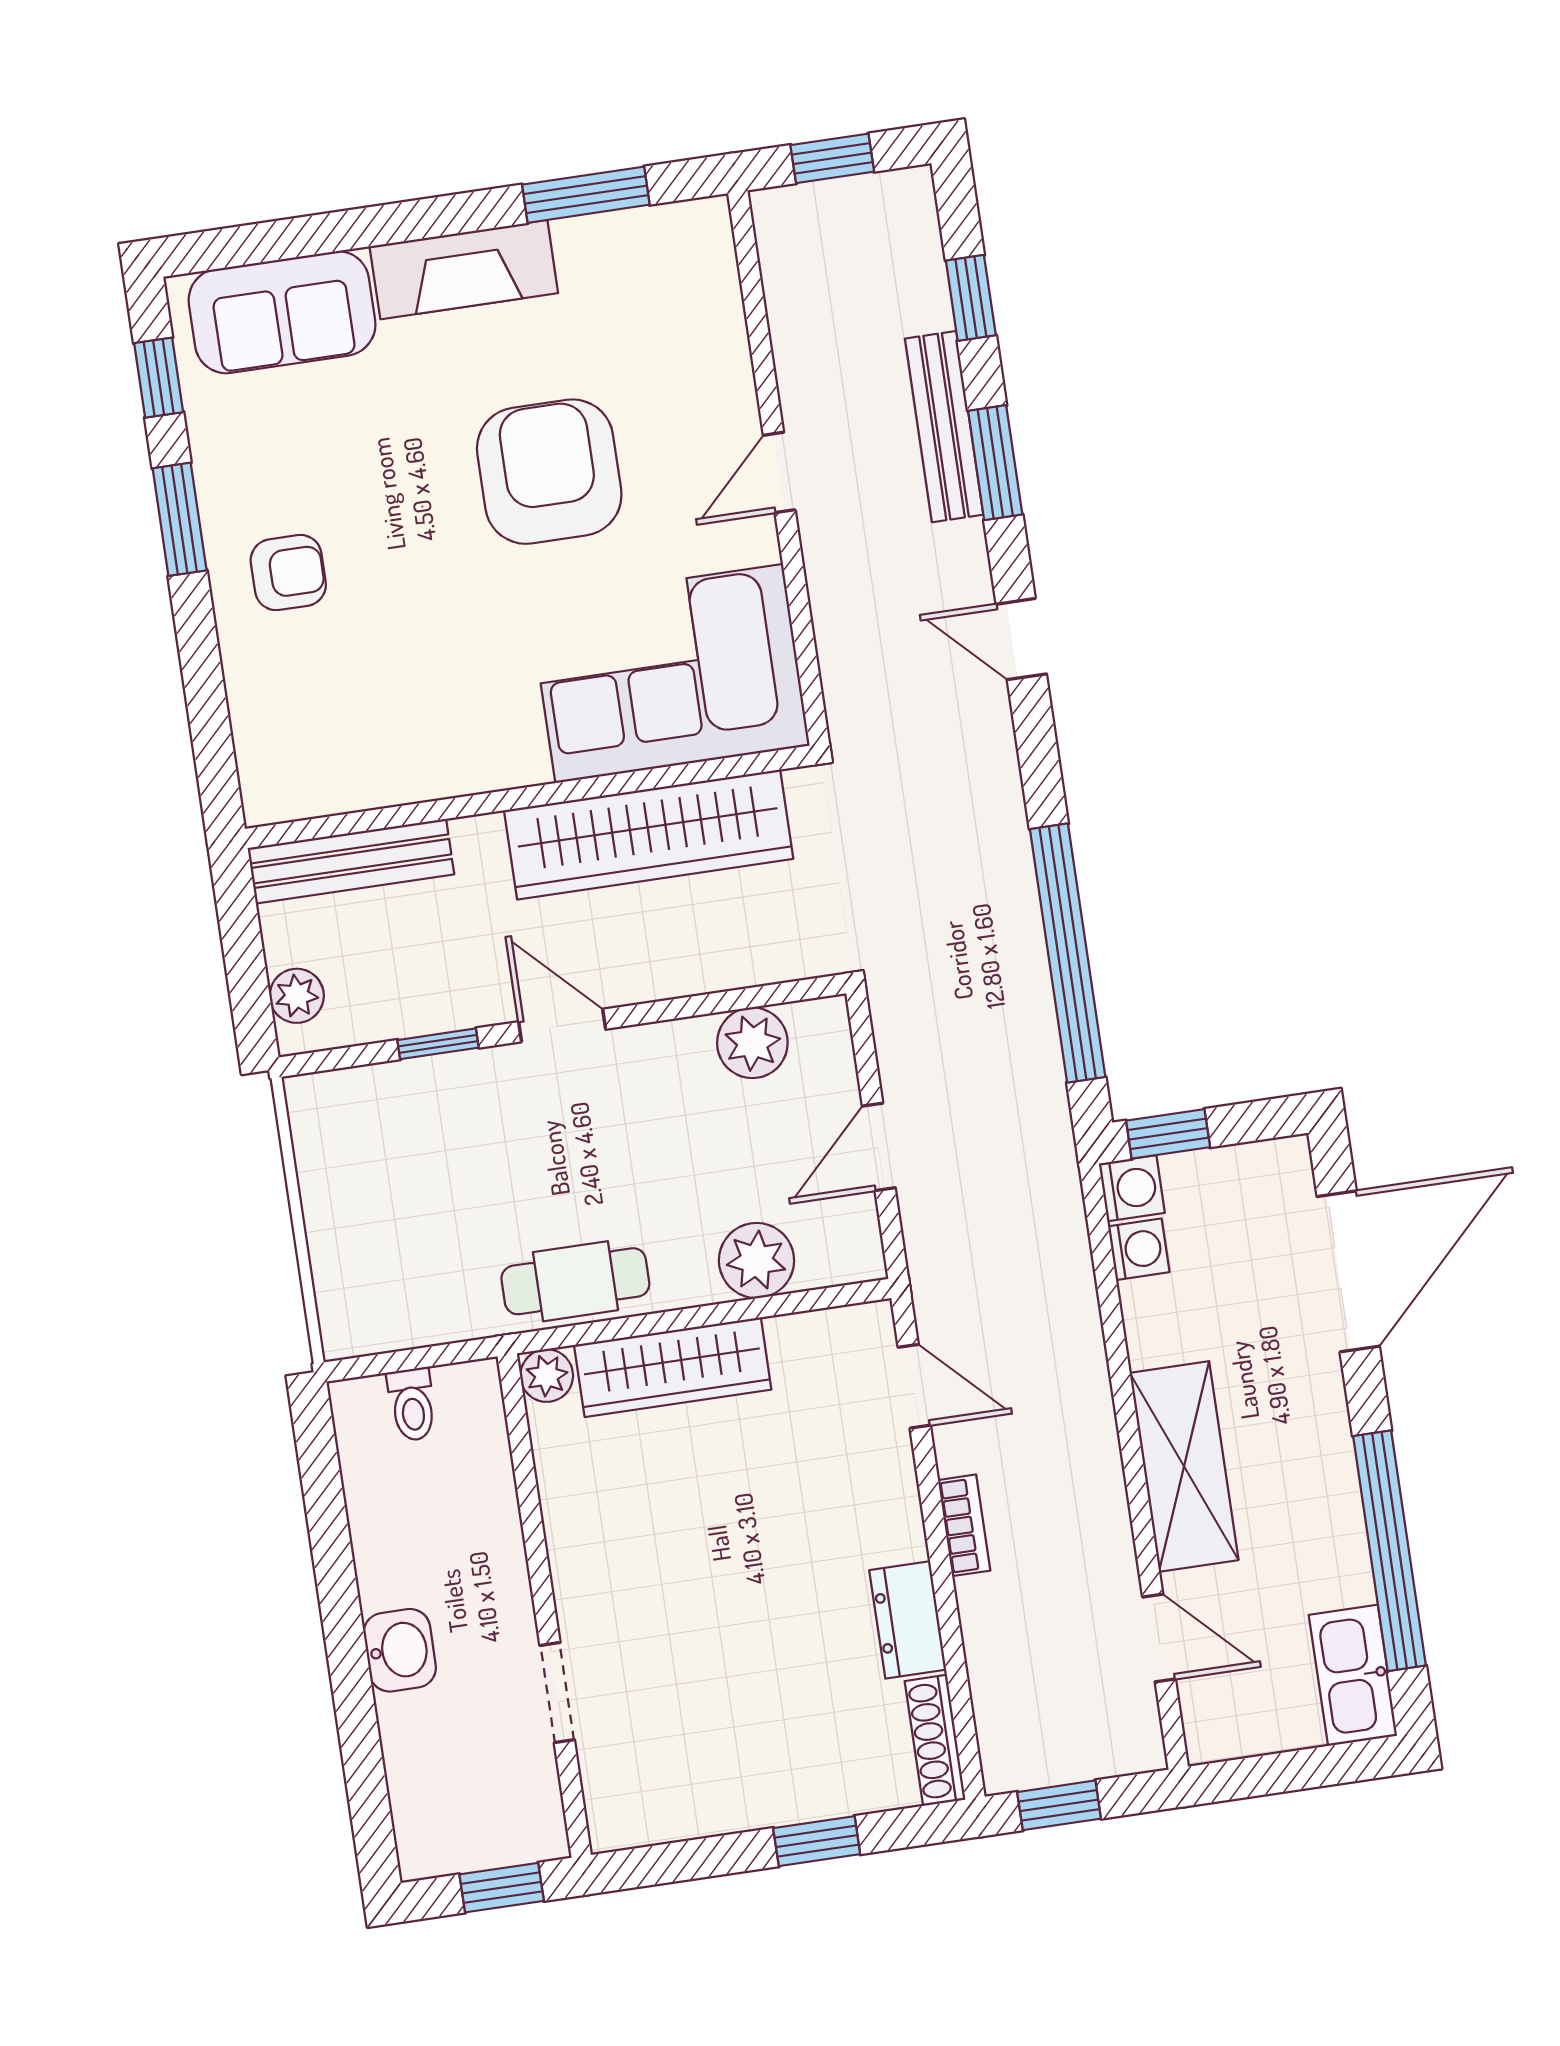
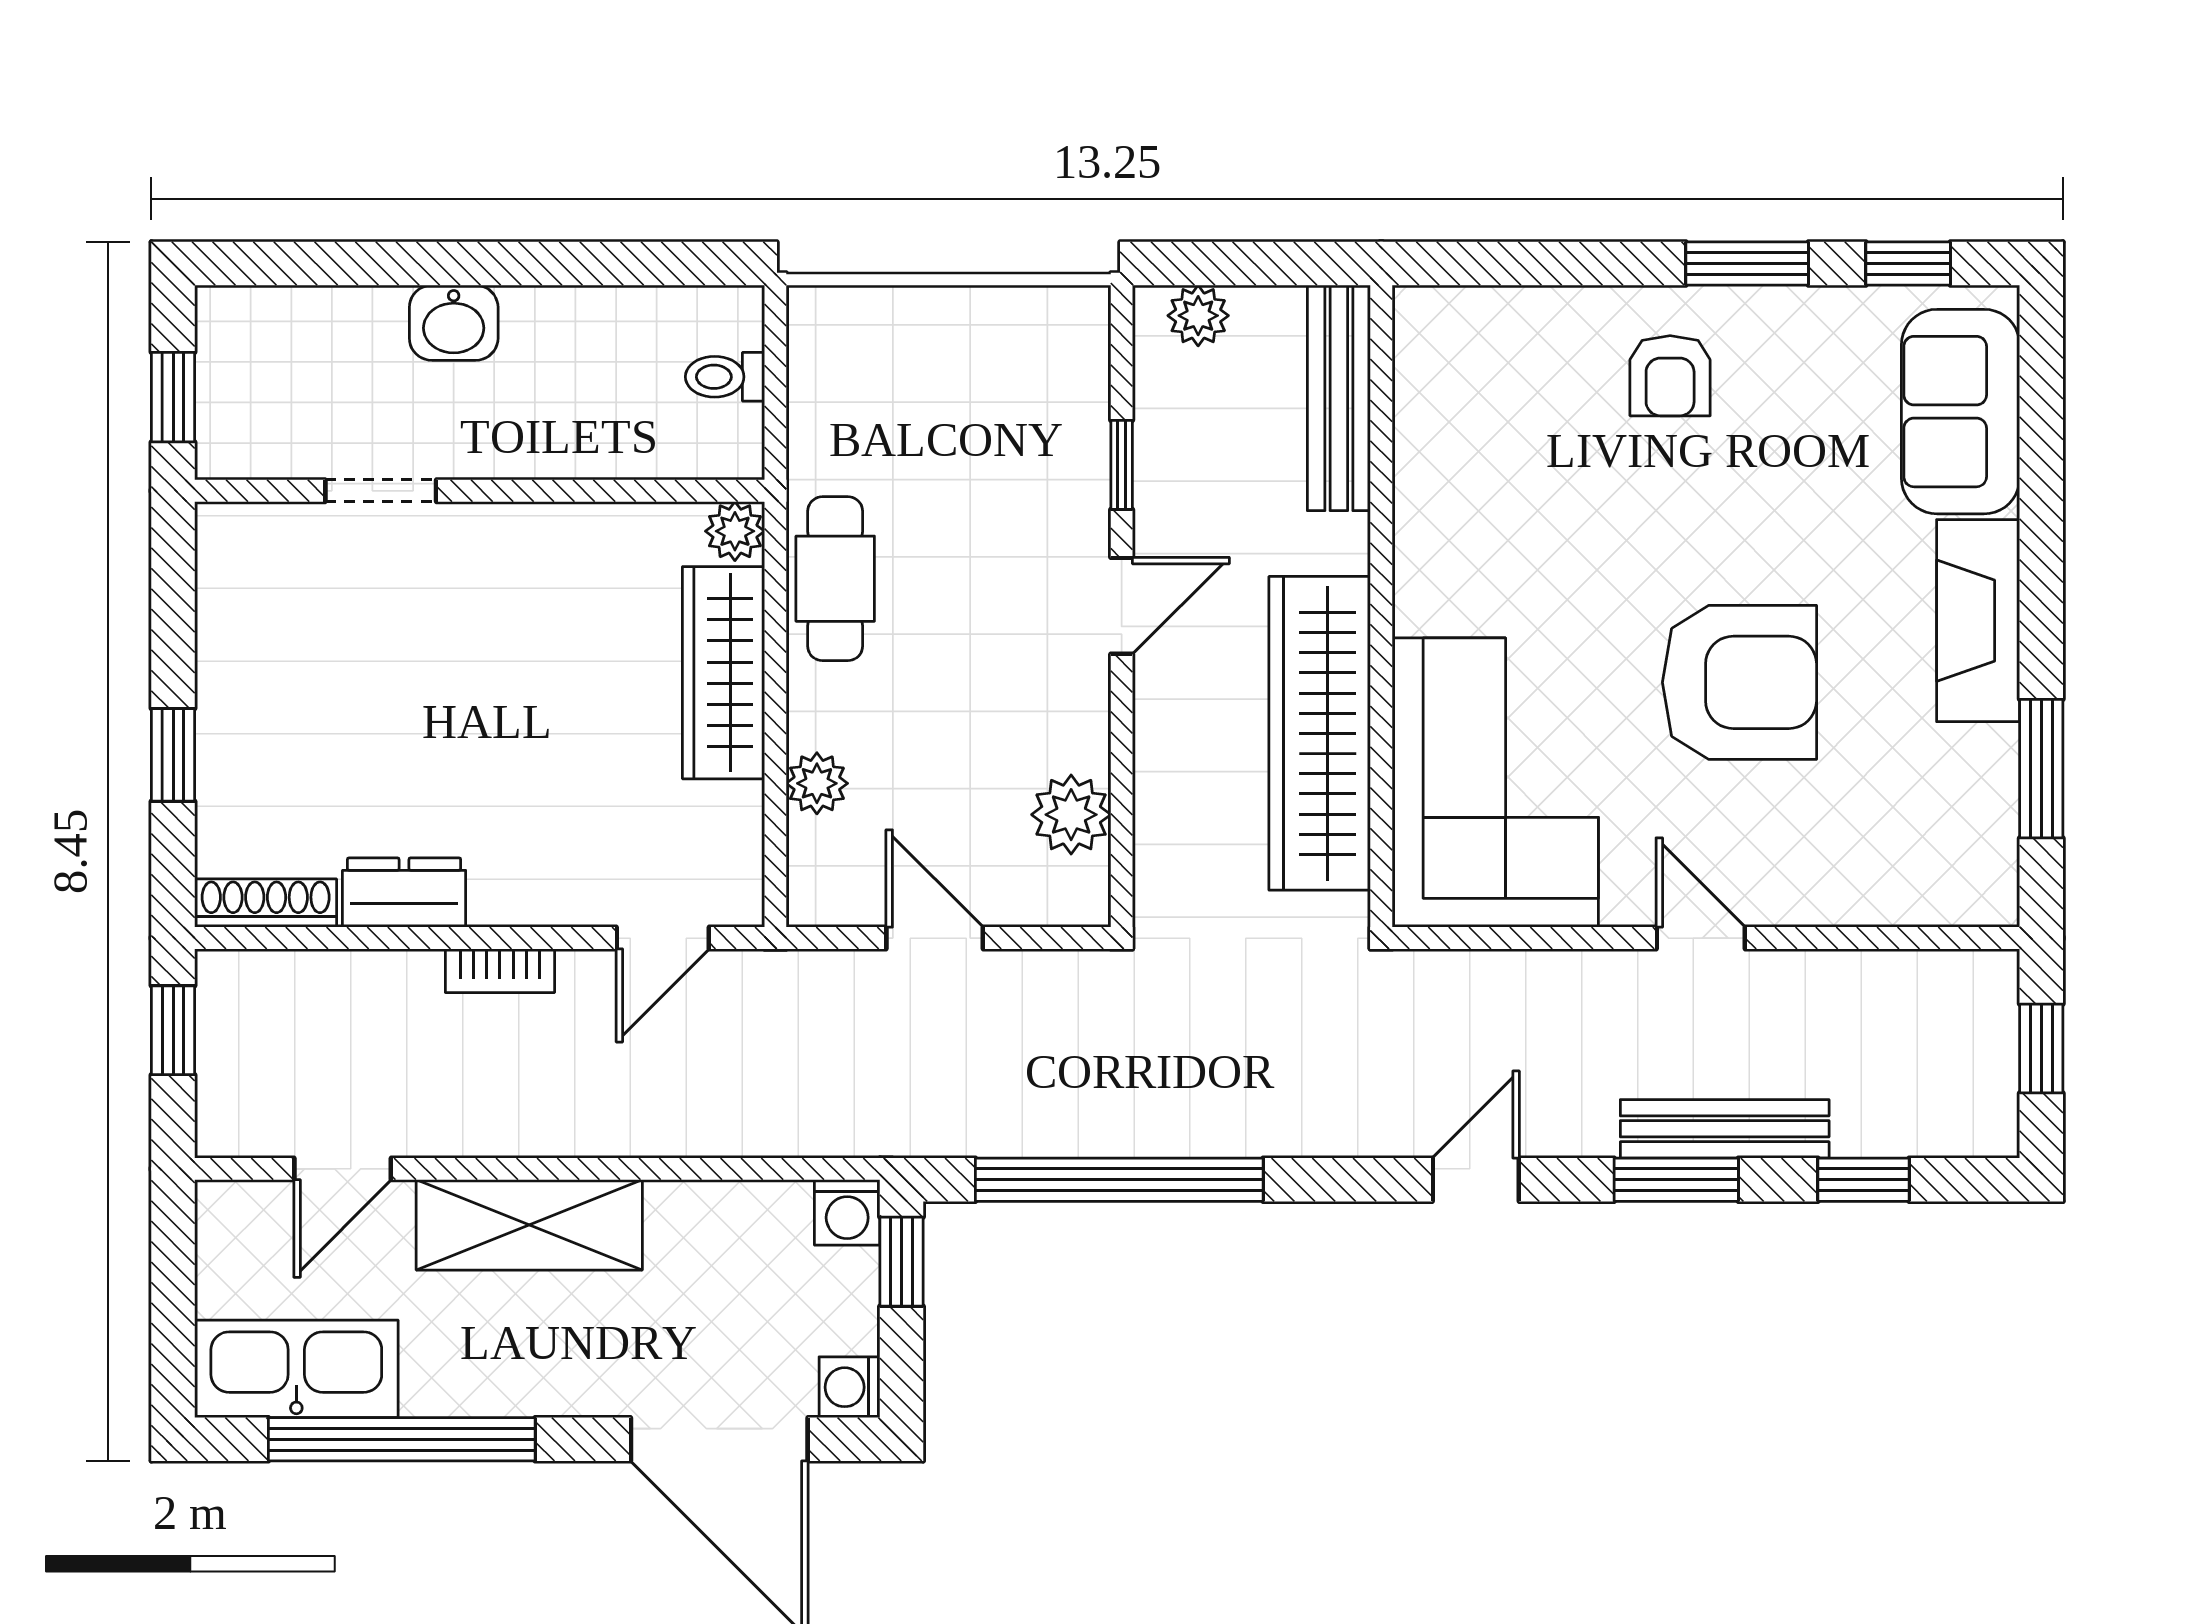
washing machine: (1139, 1249) -> (849, 1387), moved, turned 90
plant: (756, 1260) -> (817, 783), width x0.73, depth x0.73
kitchen sink: (1353, 1675) -> (296, 1369), width x1.36, depth x1.24

